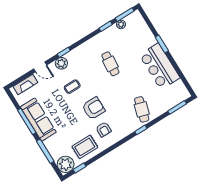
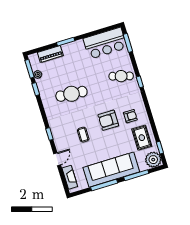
piano: (145, 32) -> (50, 54), added
plant: (61, 63) -> (59, 139), removed
cafe table: (110, 64) -> (71, 94), width x1.37, depth x1.35
bar counter: (160, 66) -> (105, 43), moved
armchair: (93, 108) -> (108, 120), turned -90
sofa: (38, 120) -> (111, 170), width x1.36, depth x1.27

